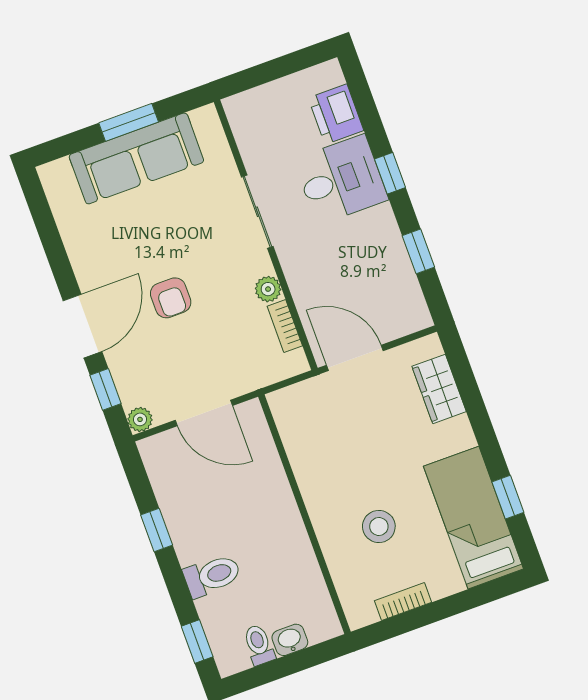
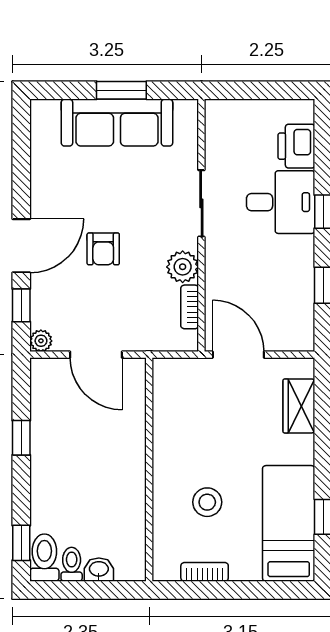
plant: (268, 289) -> (183, 267), width x1.38, depth x1.38
toilet: (212, 576) -> (44, 558), moved, turned -90

